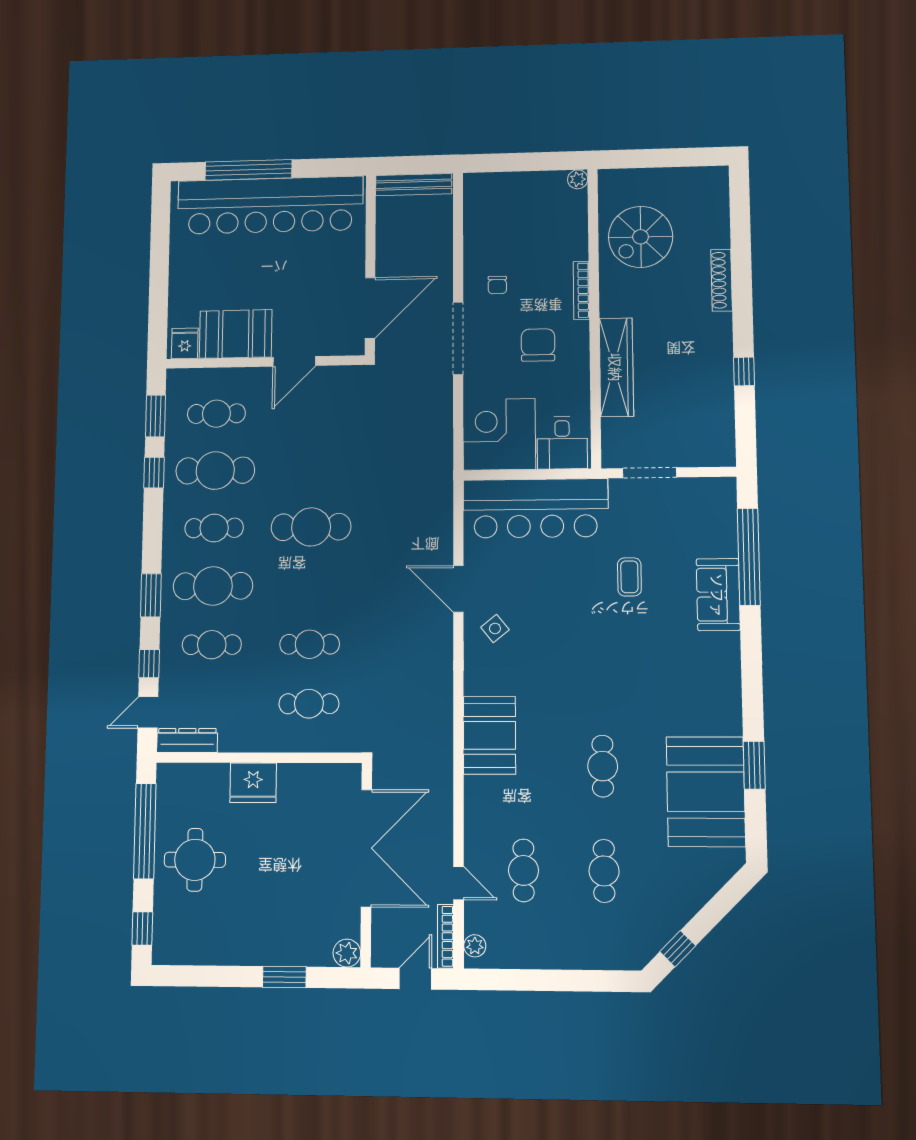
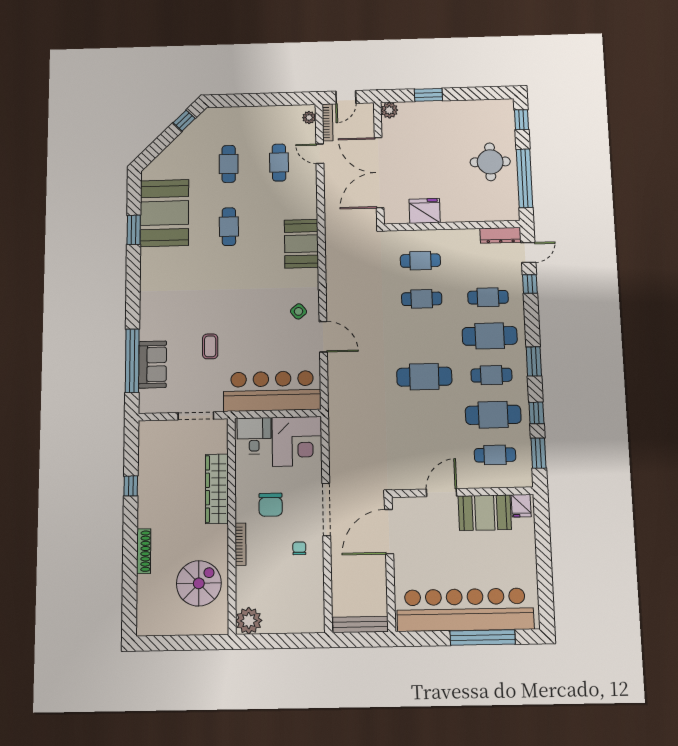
plant: (578, 179) -> (249, 621), width x1.87, depth x1.87
window: (151, 595) -> (534, 361), moved
sofa: (718, 595) -> (153, 364), moved
fridge: (253, 783) -> (425, 211), moved

